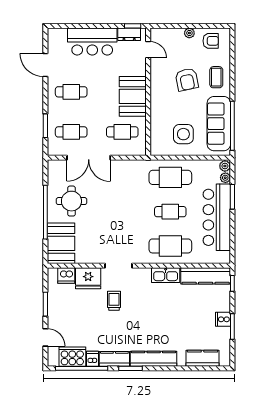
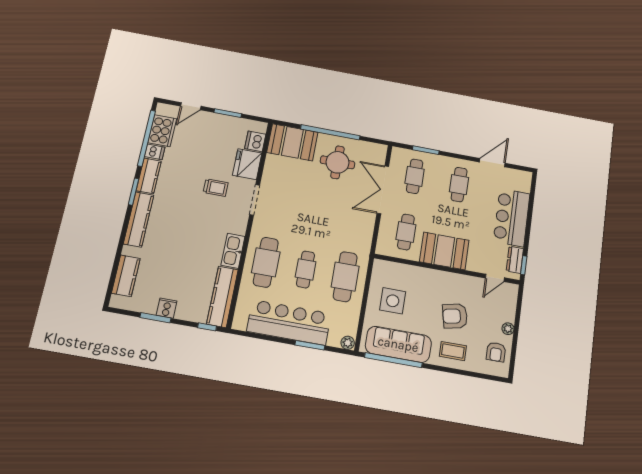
plant: (225, 178) -> (334, 341), removed

